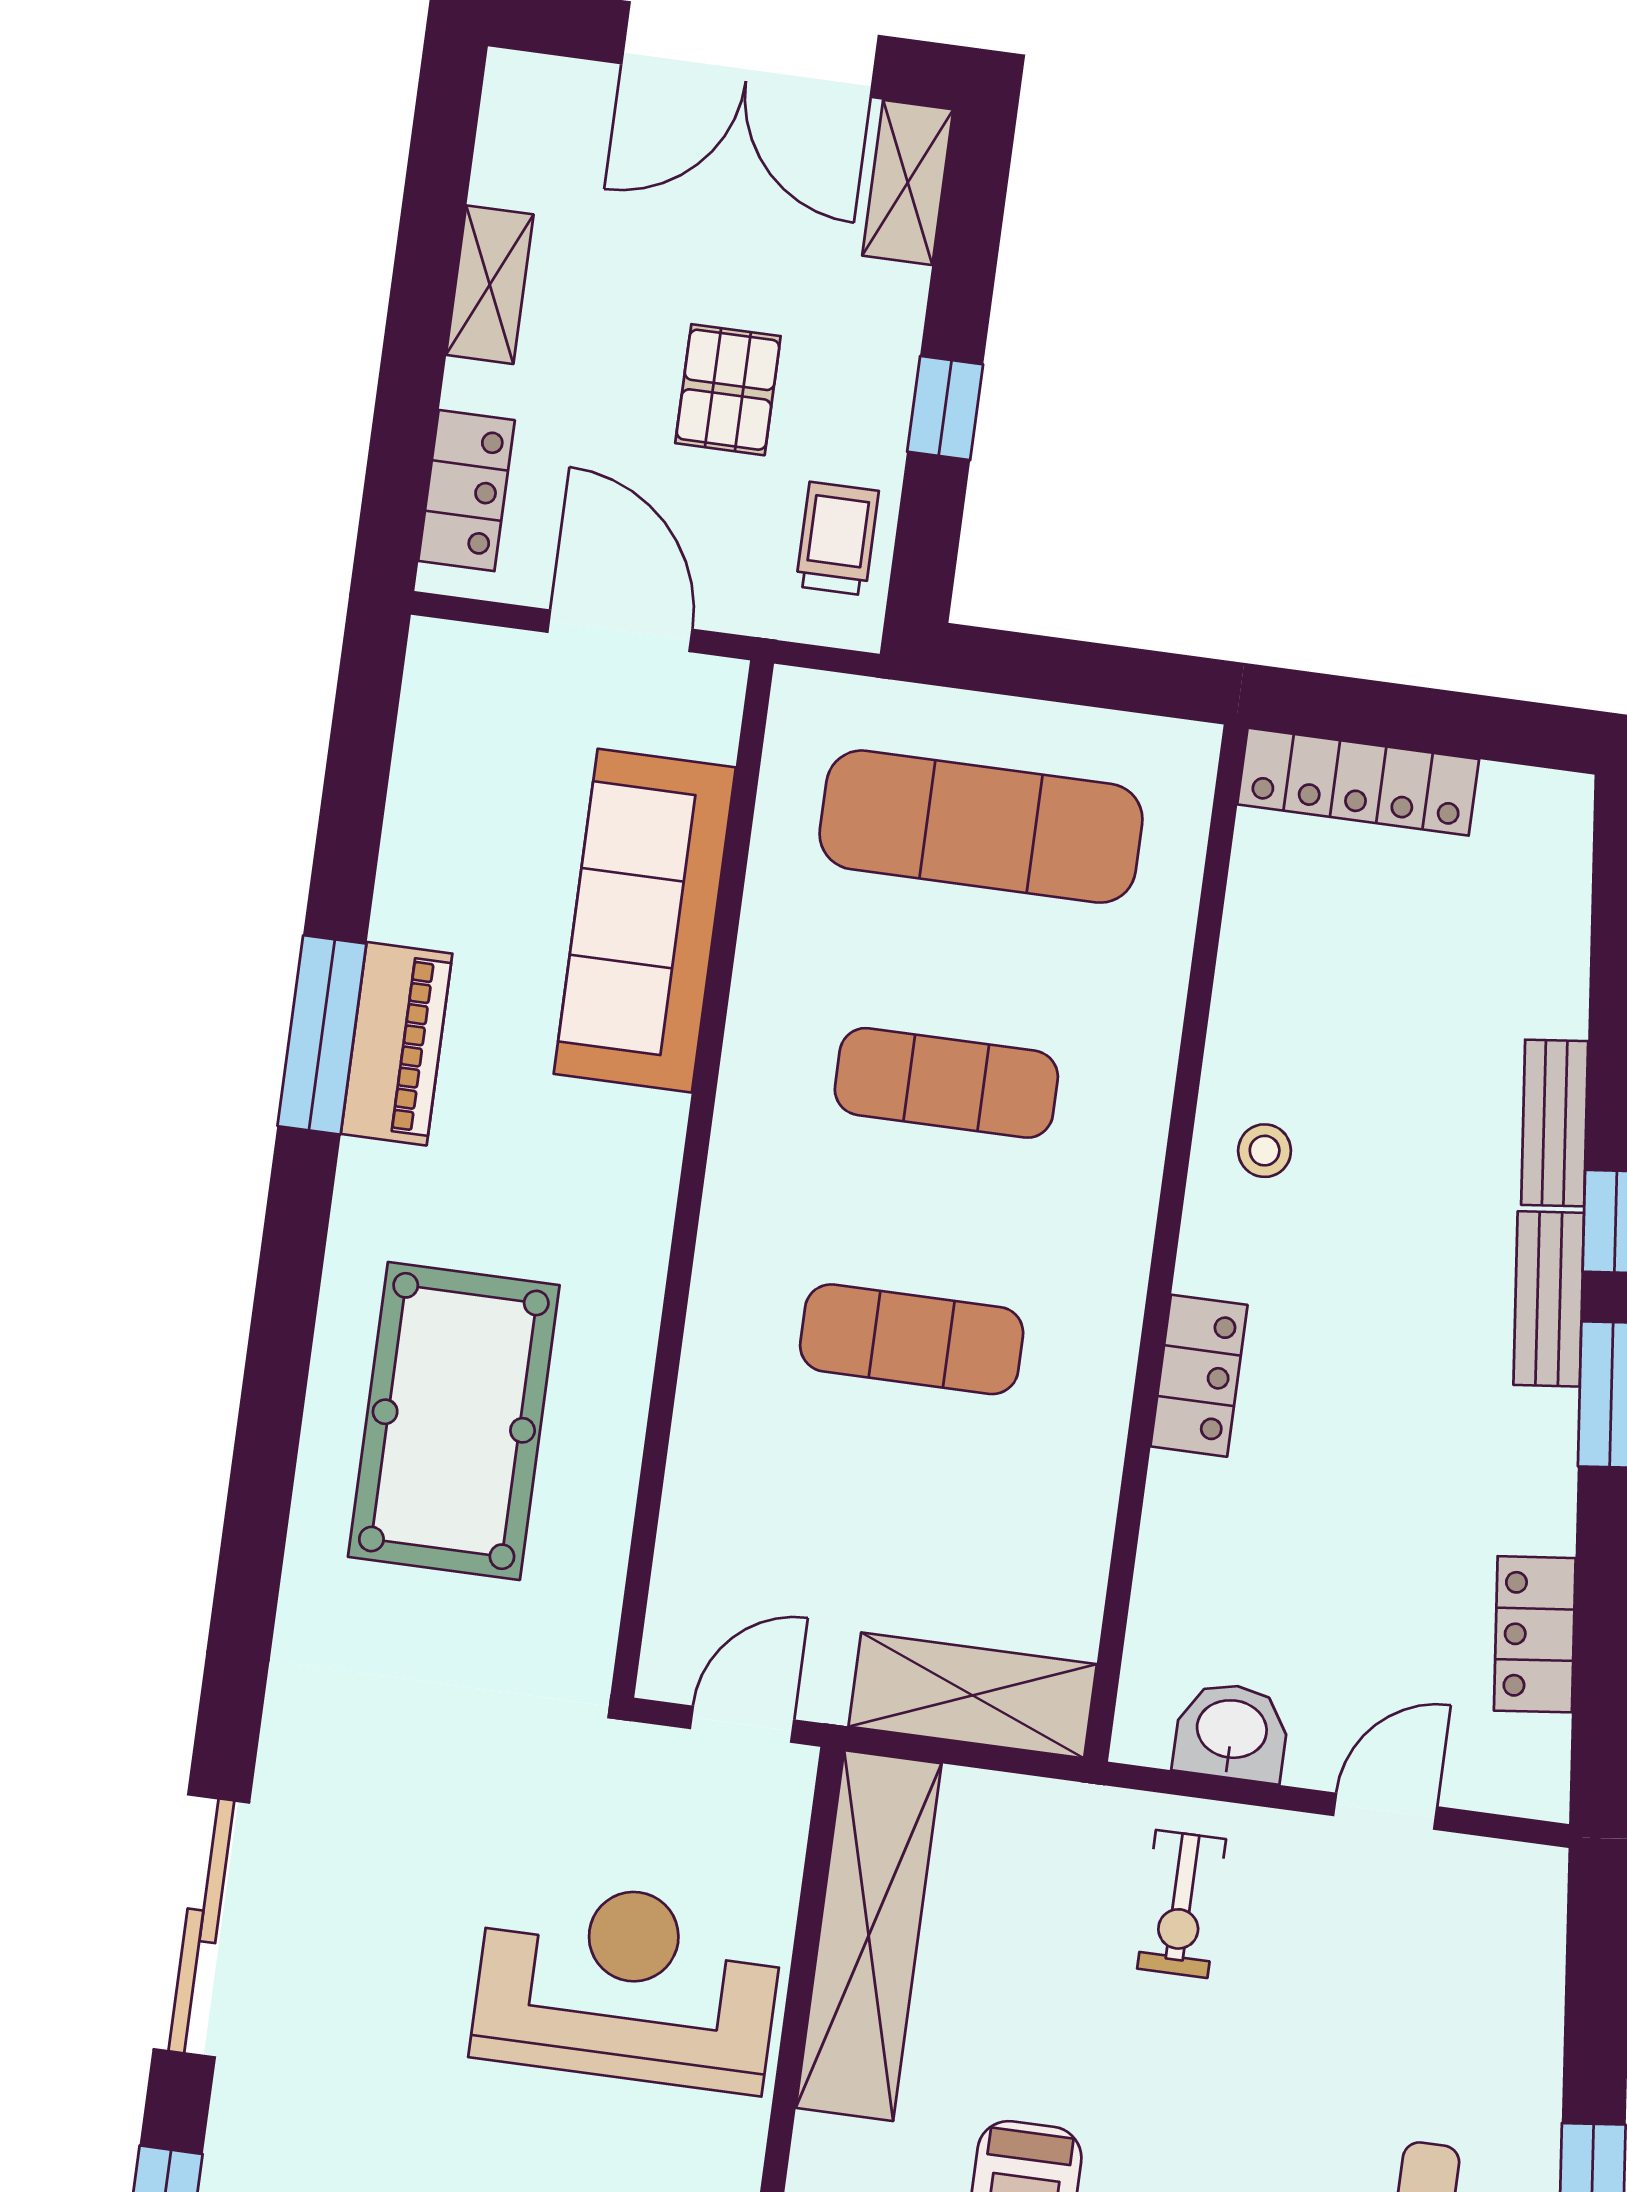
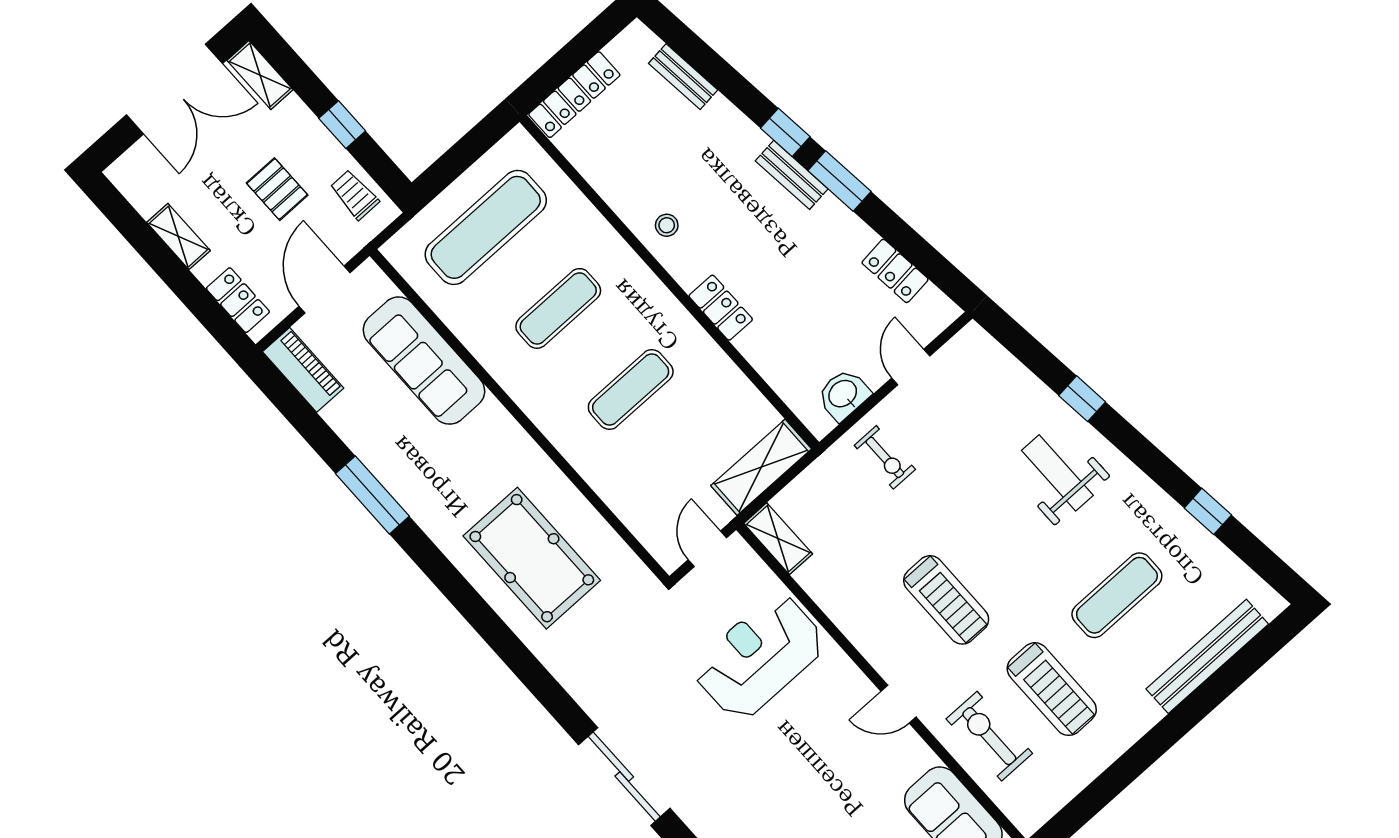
door: (620, 631) -> (325, 289), hinge flipped
piano: (397, 1044) -> (303, 370), moved
bench: (1555, 1123) -> (683, 77), moved
shelving: (869, 1936) -> (778, 539), width x0.45, depth x0.75

